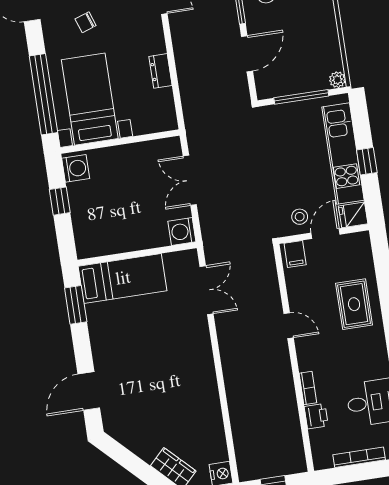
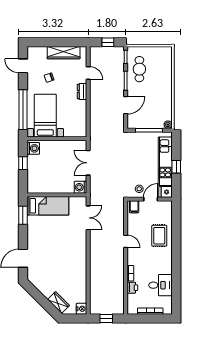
dresser: (161, 71) -> (82, 91), moved

